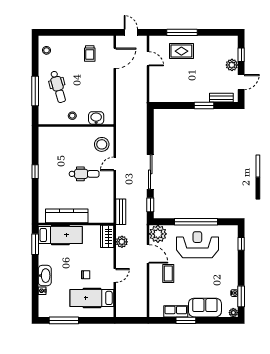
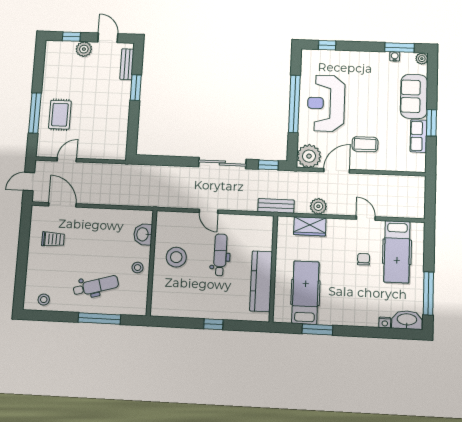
stool: (102, 144) -> (176, 257), moved
kitchen counter: (67, 216) -> (261, 281), moved
wall: (76, 224) -> (273, 269), moved
washbasin: (45, 276) -> (407, 320), moved

